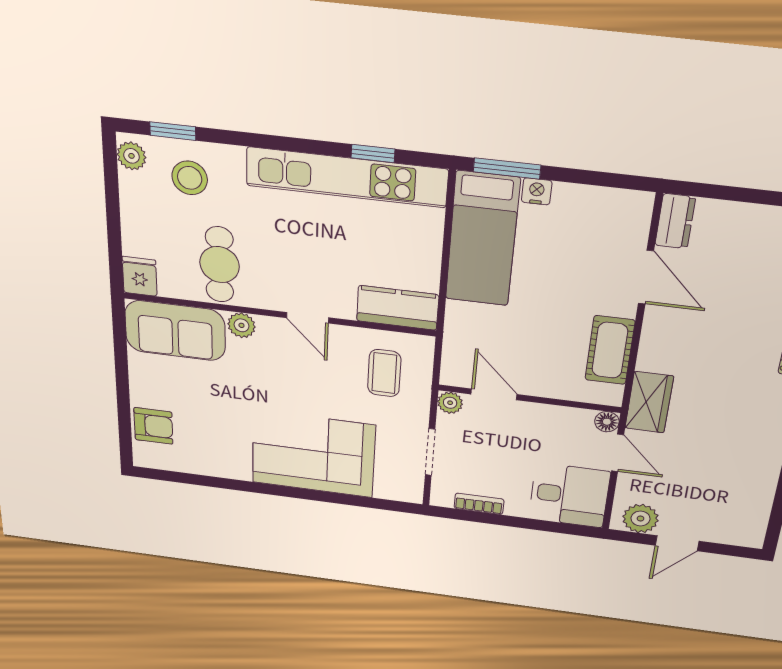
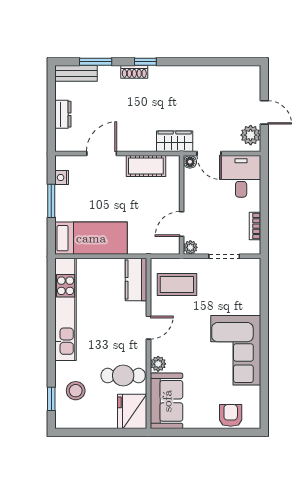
window: (373, 153) -> (51, 296), removed
plant: (131, 156) -> (67, 421), removed
window: (507, 168) -> (51, 201), moved
nightstand: (537, 191) -> (62, 178), moved
dresser: (675, 221) -> (63, 114), moved, turned 90
fridge: (140, 276) -> (132, 411), width x1.88, depth x1.34
coffee table: (384, 373) -> (177, 285), width x1.36, depth x1.30
door: (618, 453) -> (209, 153), swing flipped
corner sofa: (313, 454) -> (236, 350), moved

